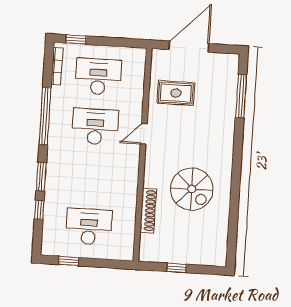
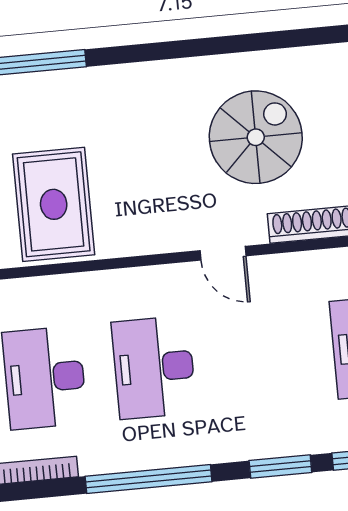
rug: (176, 93) -> (54, 204), width x1.36, depth x1.43
door: (144, 134) -> (223, 253), moved

